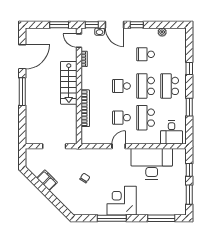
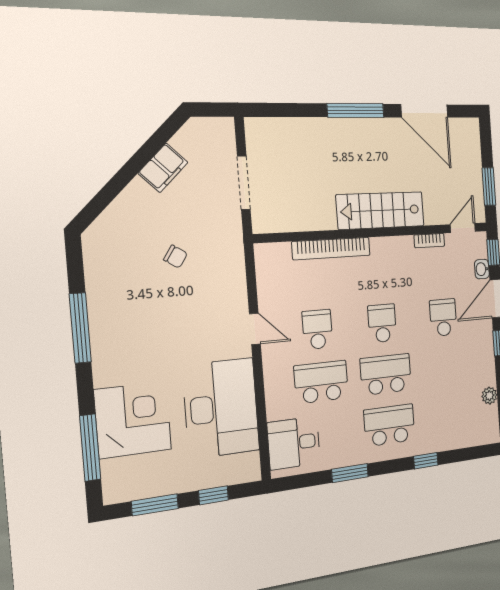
school desk: (146, 54) -> (443, 317), moved
corner desk: (122, 201) -> (133, 420), moved

